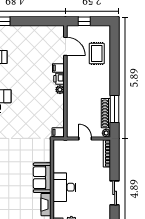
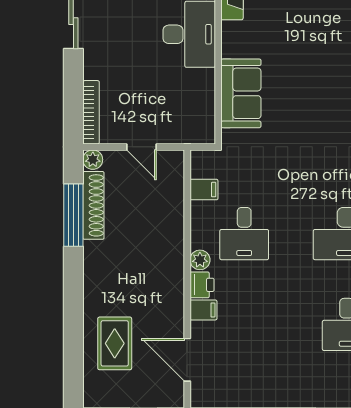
desk: (41, 101) -> (244, 234), added
filing cabinet: (58, 132) -> (204, 190), moved
sofa: (42, 178) -> (241, 93), moved

